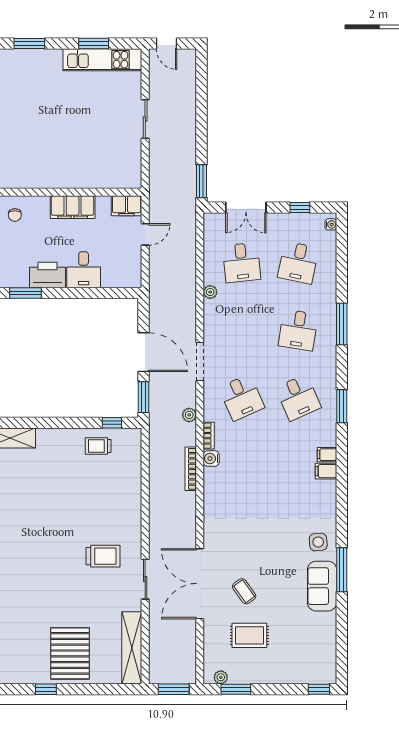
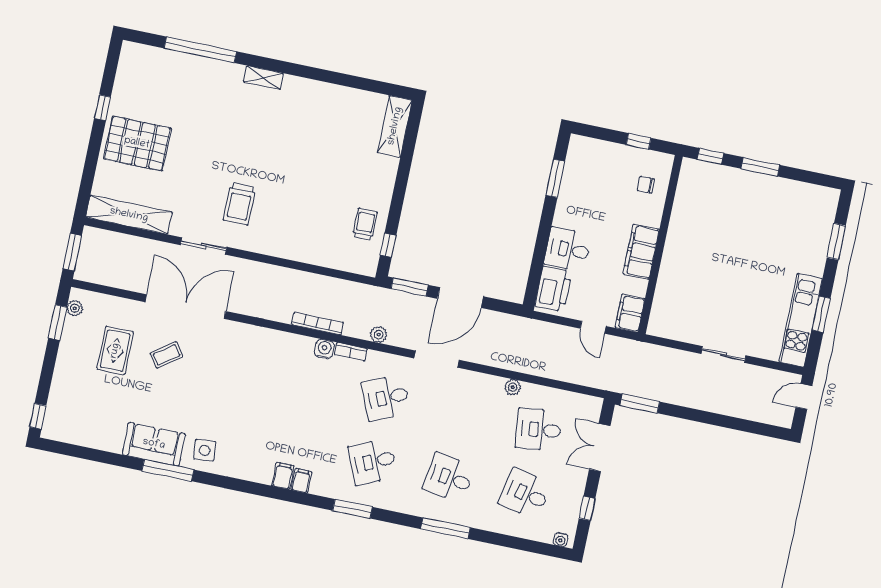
printer: (47, 275) -> (553, 289), moved

